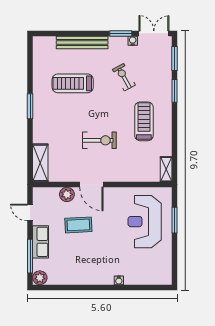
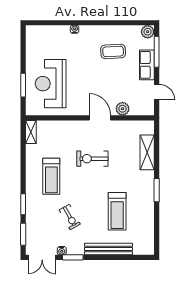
treadmill: (73, 83) -> (117, 211), turned 90
shelving: (40, 163) -> (147, 152), moved
reception desk: (145, 222) -> (51, 84), turned 180
coffee table: (78, 225) -> (113, 51), moved

